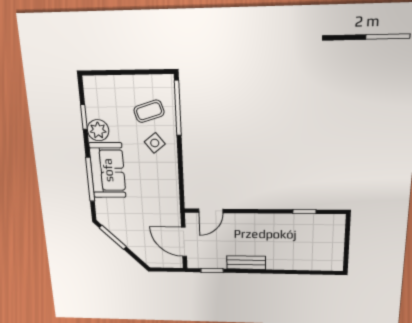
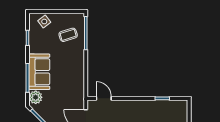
plant: (98, 130) -> (36, 97), moved
side table: (155, 143) -> (44, 21), moved
door: (211, 211) -> (104, 98), swing flipped

